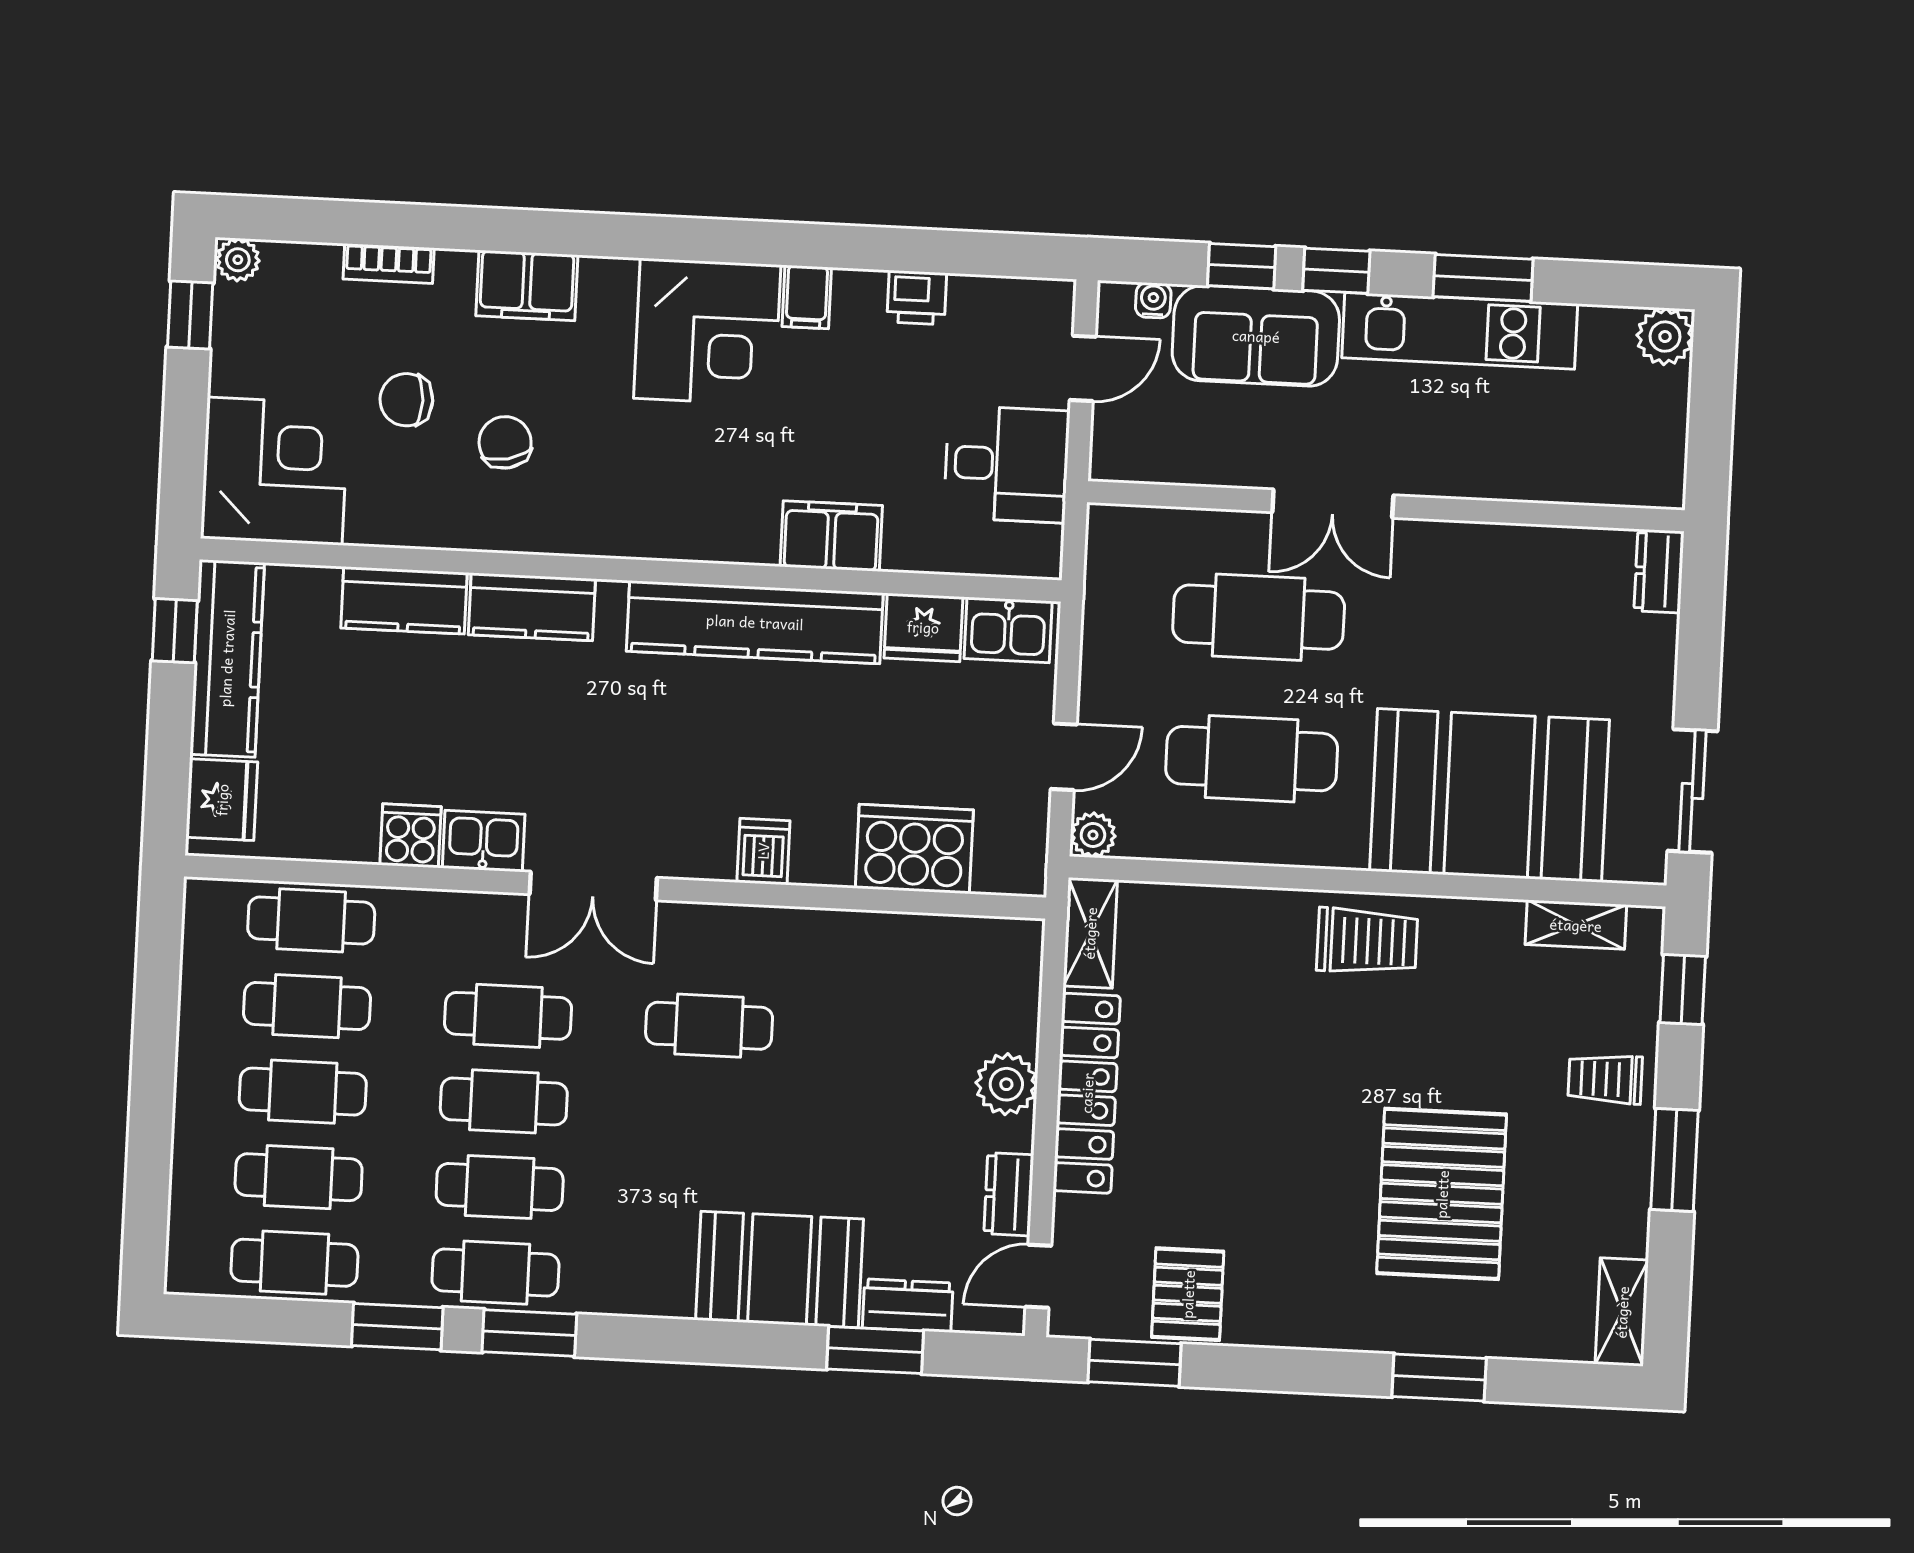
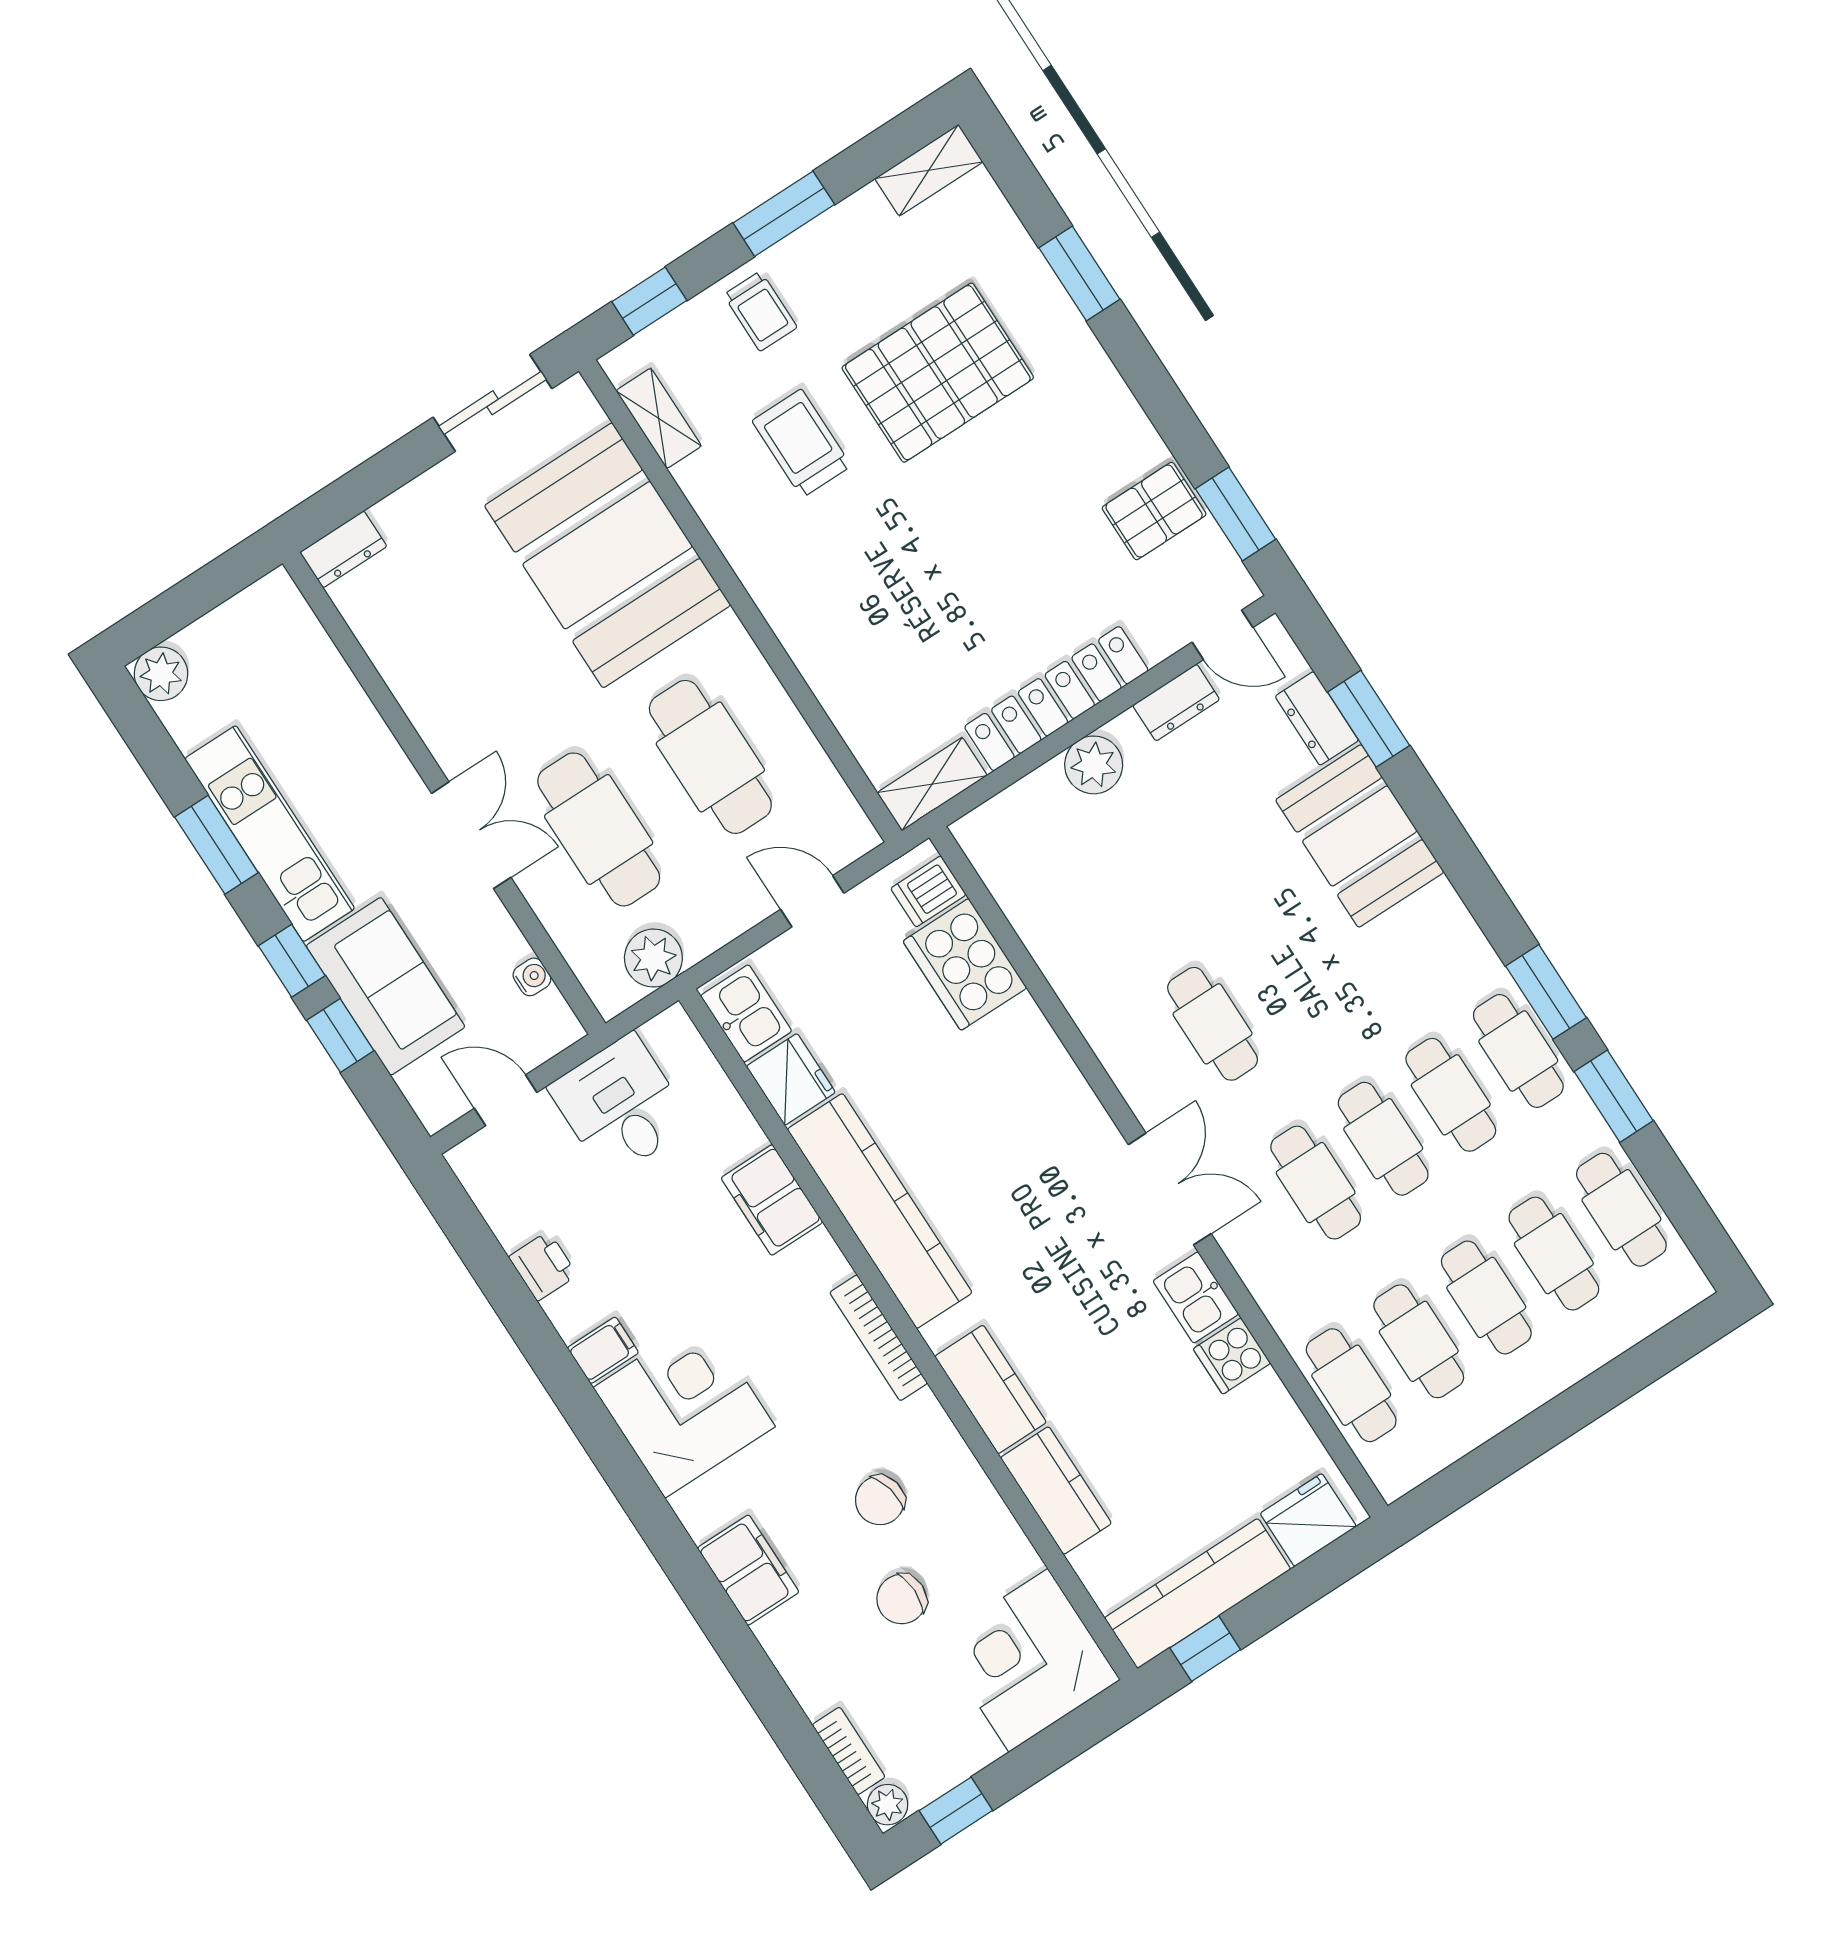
bookcase: (389, 263) -> (849, 1751), moved
water cooler: (1153, 300) -> (532, 977), moved, turned 180
chair: (406, 400) -> (902, 1599), turned 90
bookcase: (646, 542) -> (879, 1338), added
plant: (1093, 835) -> (653, 958), moved, width x1.38, depth x1.38
dishwasher: (763, 851) -> (928, 891), moved
trolley: (1367, 941) -> (802, 443), moved

